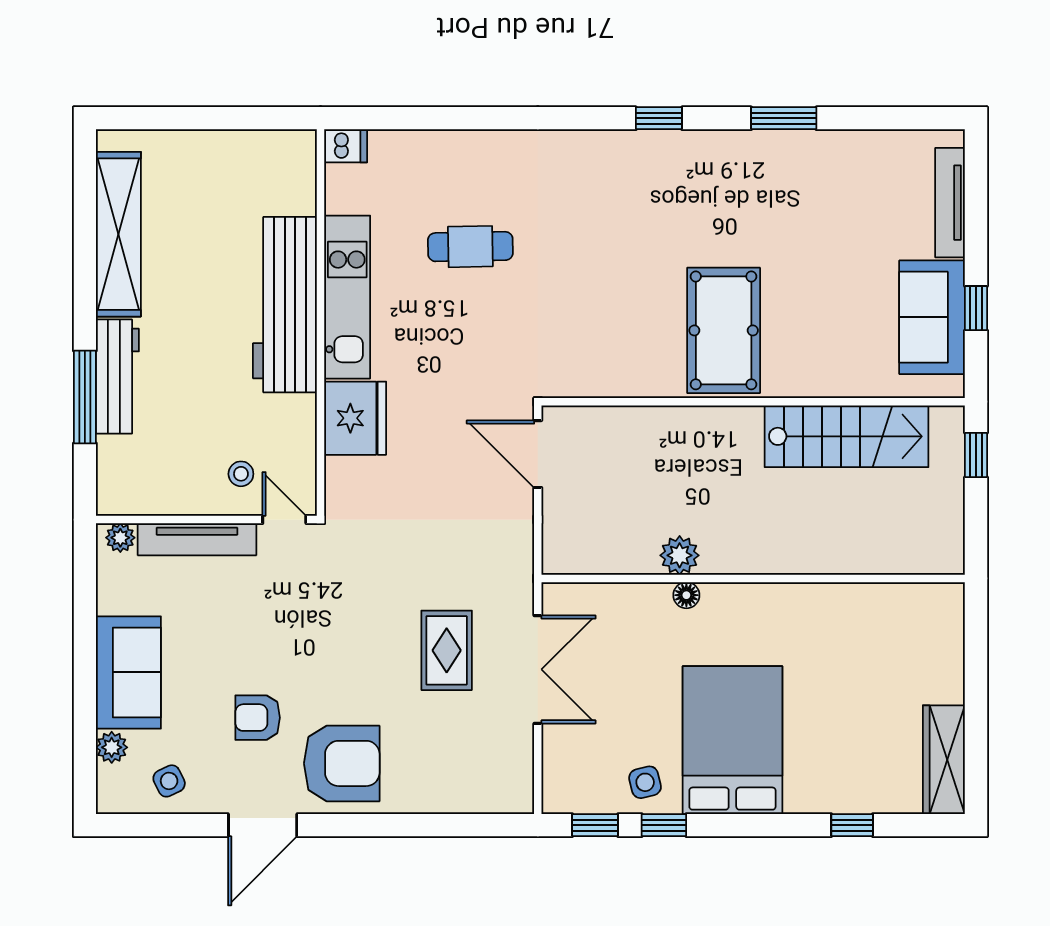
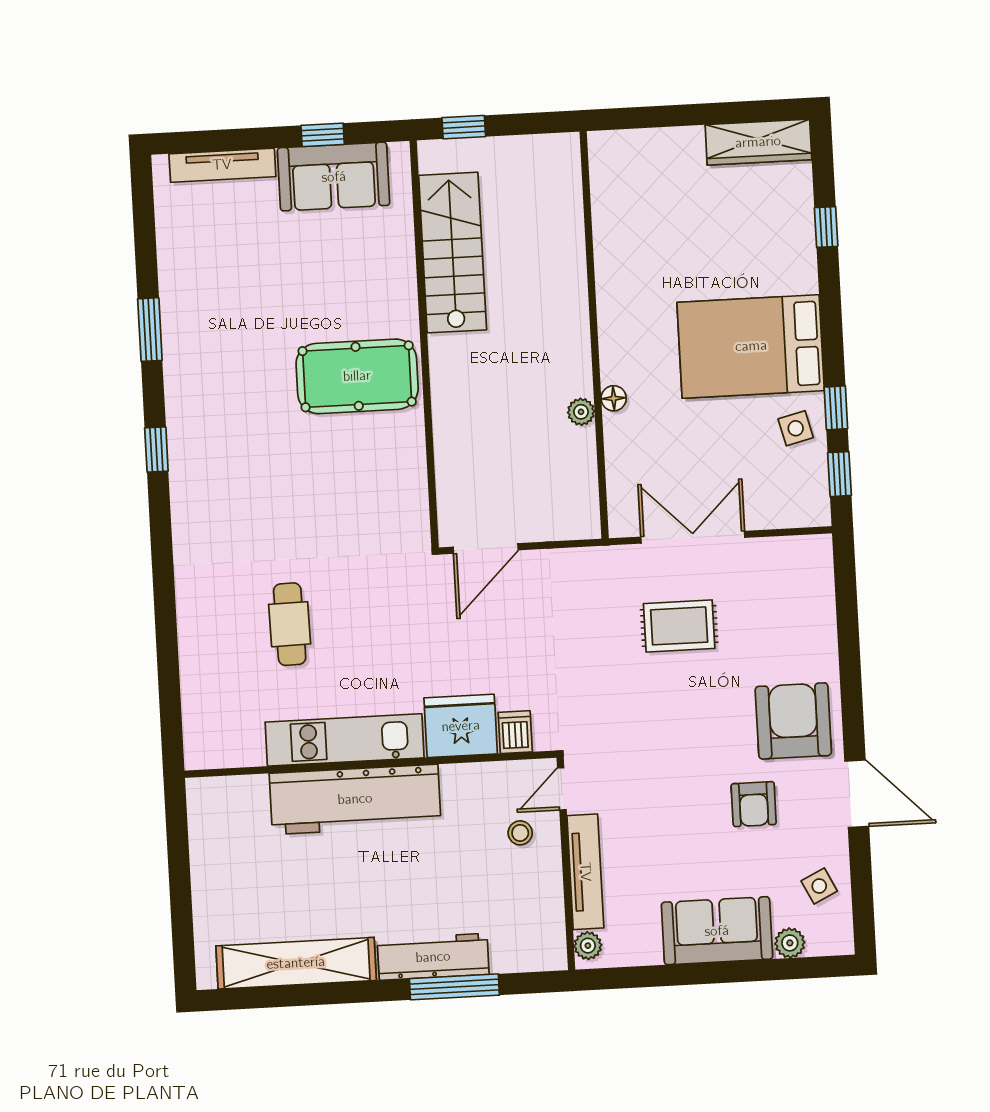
dishwasher: (346, 146) -> (515, 732), moved
plant: (680, 555) -> (581, 412), width x0.73, depth x0.73

